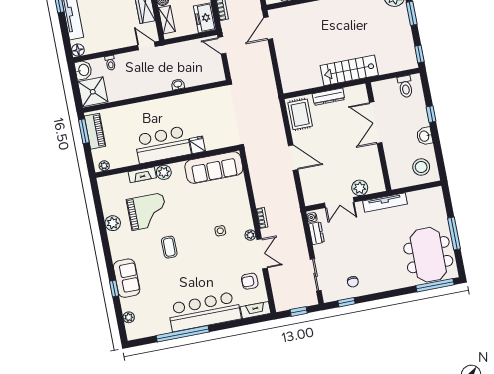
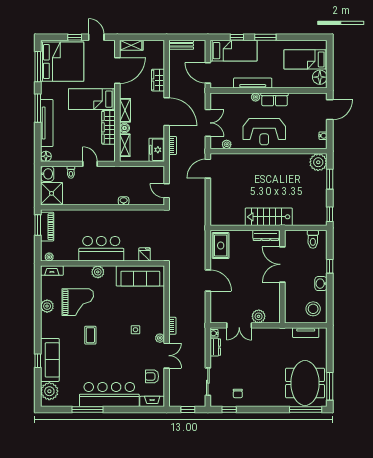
door: (222, 45) -> (167, 191), moved
door: (147, 46) -> (90, 164), moved
dresser: (329, 97) -> (266, 235), moved
fridge: (197, 145) -> (145, 254), moved
fireplace: (142, 175) -> (52, 271), moved
tv unit: (385, 202) -> (306, 333), moved, width x0.71
window: (454, 233) -> (330, 386), moved
sofa: (127, 278) -> (50, 360), width x1.36
plant: (129, 317) -> (49, 391), width x1.87, depth x1.87
window: (183, 334) -> (88, 409), width x0.68

